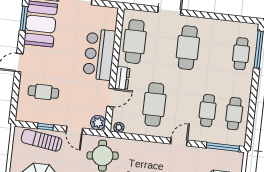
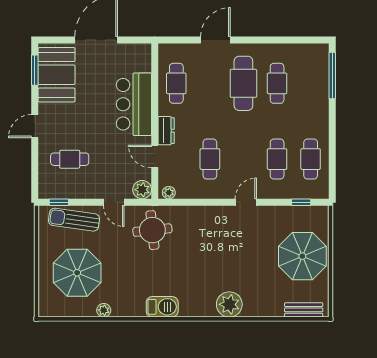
cafe table: (135, 42) -> (176, 83), width x0.73, depth x0.74
cafe table: (241, 54) -> (277, 83), moved
door: (111, 98) -> (155, 156), swing flipped
cafe table: (154, 105) -> (210, 159), width x0.73, depth x0.74
window: (45, 127) -> (59, 202), moved
window: (223, 147) -> (301, 202), width x0.46

